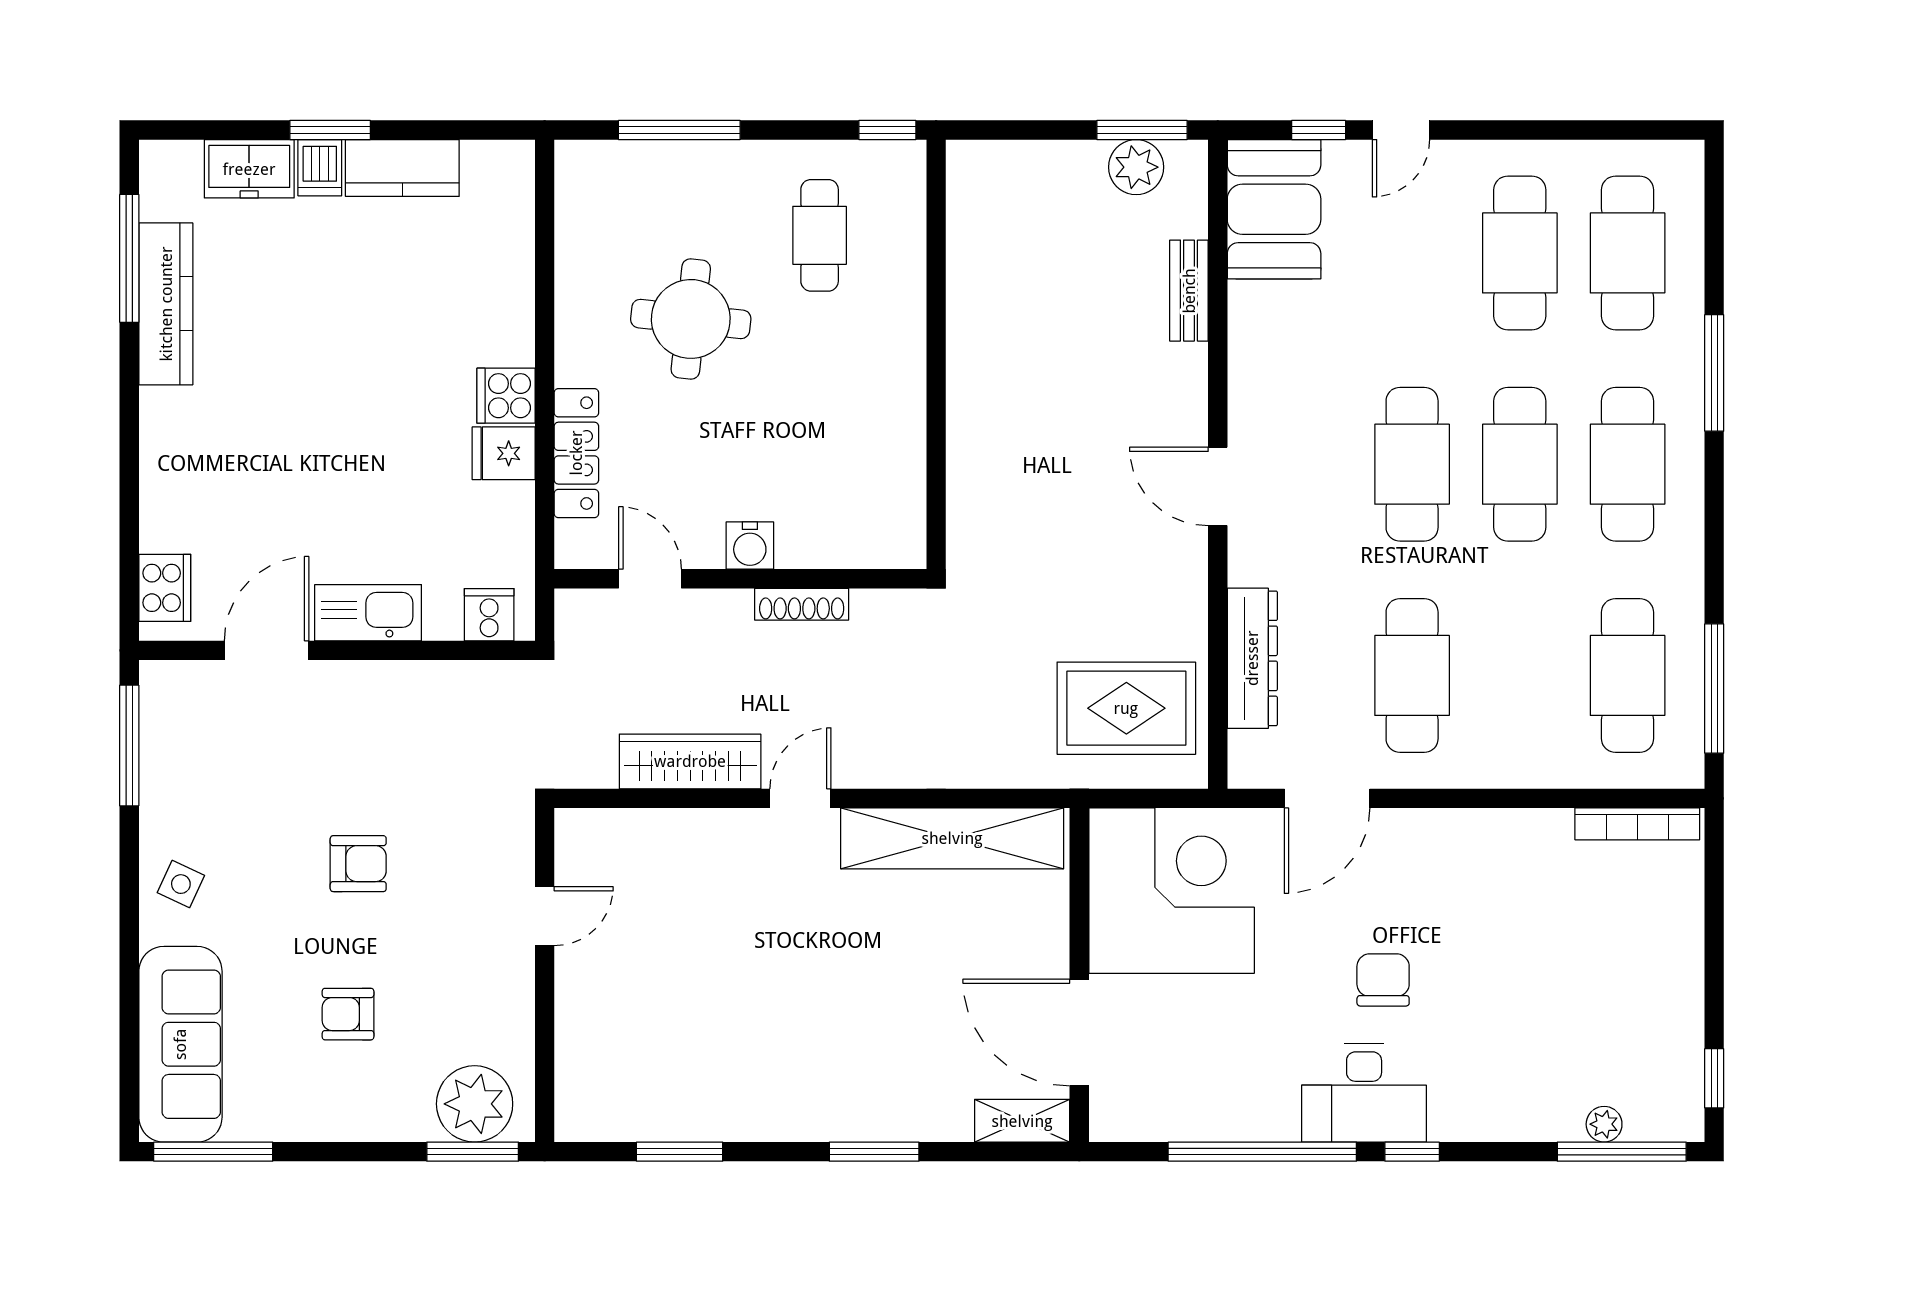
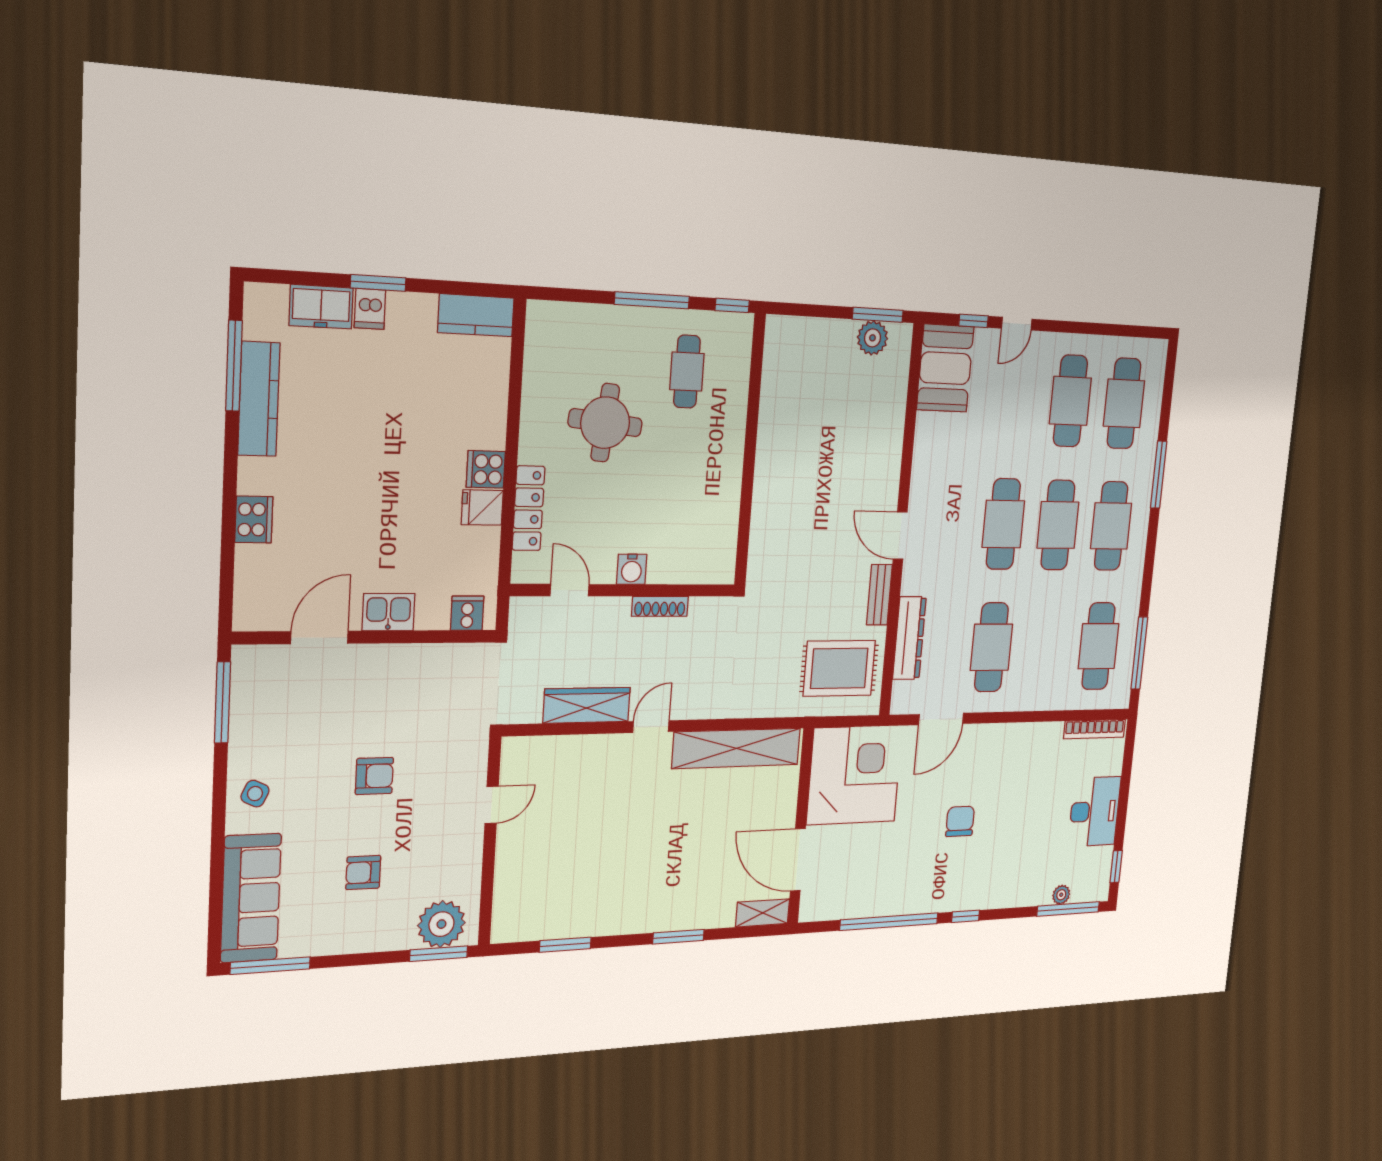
window: (679, 130) -> (652, 300), moved
kitchen counter: (402, 168) -> (476, 315), moved
bench: (1189, 291) -> (879, 595), moved
cooker: (165, 588) -> (254, 519), moved
kitchen sink: (368, 613) -> (389, 612), width x0.73
desk: (1364, 1093) -> (1094, 811), moved, turned -90

